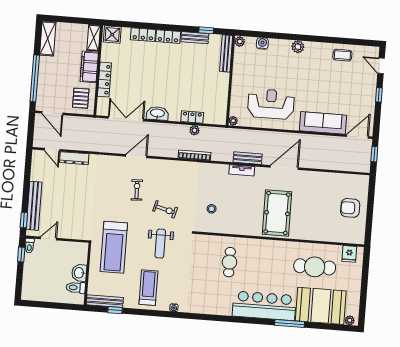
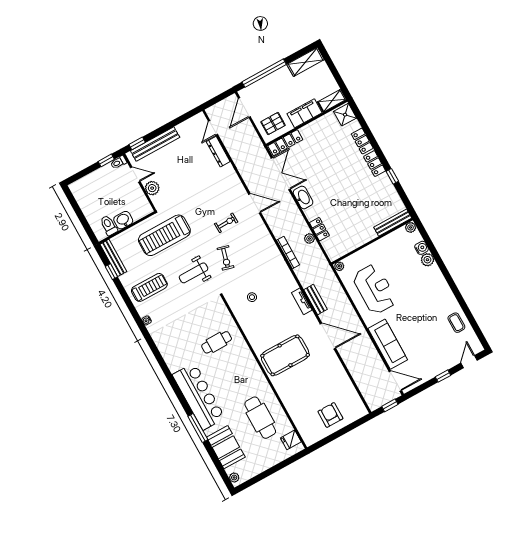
window: (206, 30) -> (392, 176), moved
bench: (195, 38) -> (389, 187), removed
plant: (298, 47) -> (427, 260), moved
locker: (104, 80) -> (285, 143), moved
plant: (69, 232) -> (152, 188), added
booth: (321, 306) -> (226, 447), width x0.73, depth x0.70

